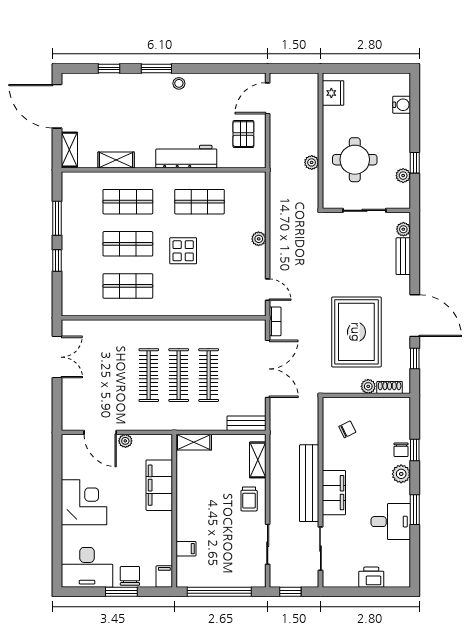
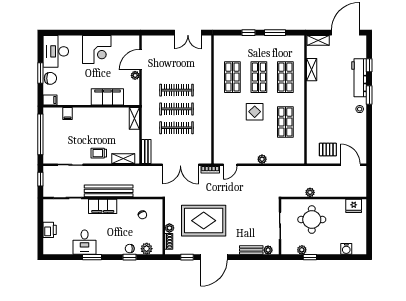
workbench: (186, 157) -> (359, 78), moved, turned 180
plant: (401, 474) -> (147, 249), moved

